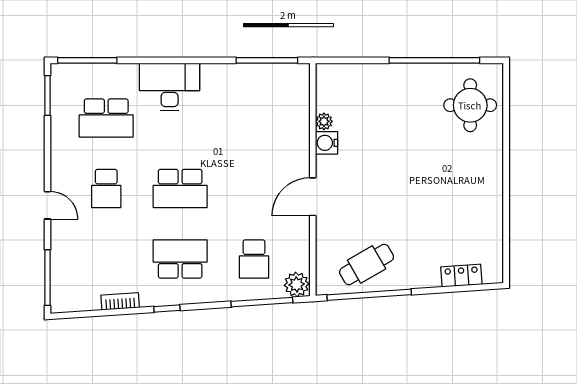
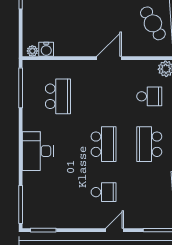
school desk: (106, 118) -> (58, 96), moved
plant: (324, 121) -> (32, 51), moved
water cooler: (327, 143) -> (46, 49), moved
door: (313, 197) -> (109, 58), swing flipped

